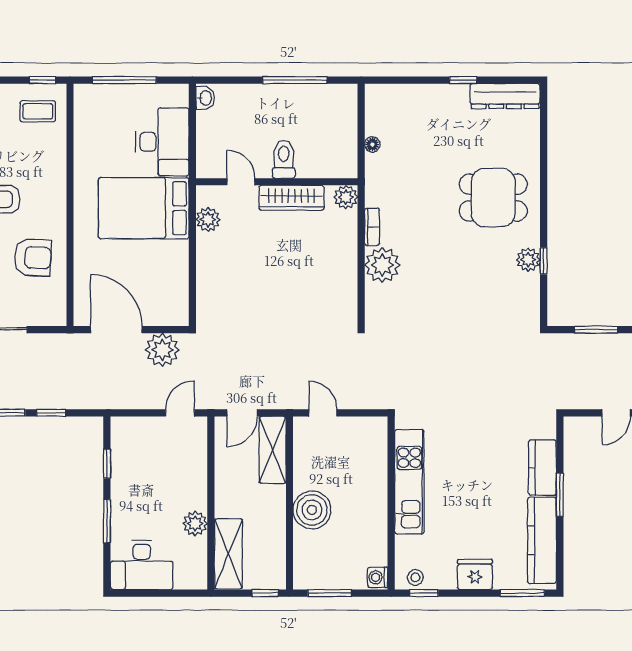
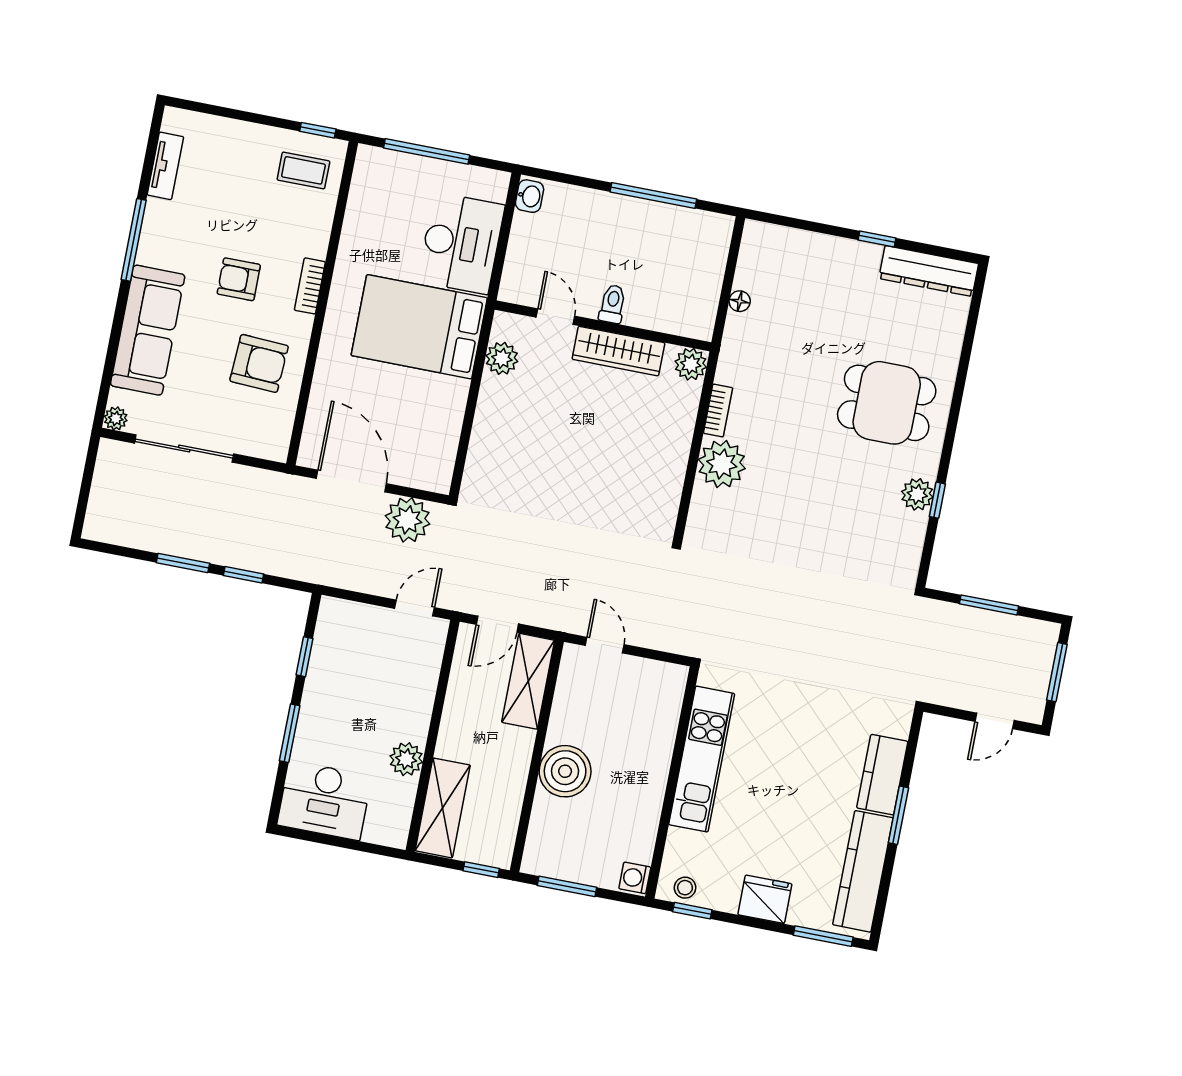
toilet: (284, 159) -> (612, 304), width x0.73, depth x0.72
bookcase: (59, 194) -> (310, 286), added

